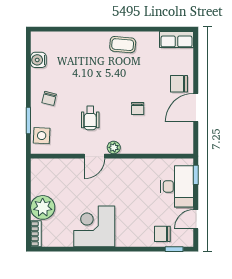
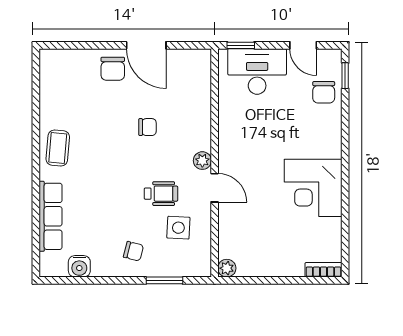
row of seats: (177, 39) -> (51, 216), moved, width x1.48
side table: (42, 136) -> (178, 228), moved
plant: (43, 207) -> (227, 268), moved, width x0.53, depth x0.53

